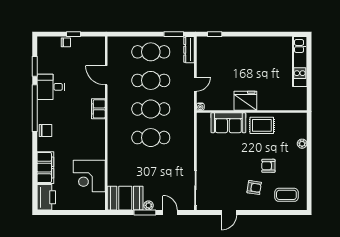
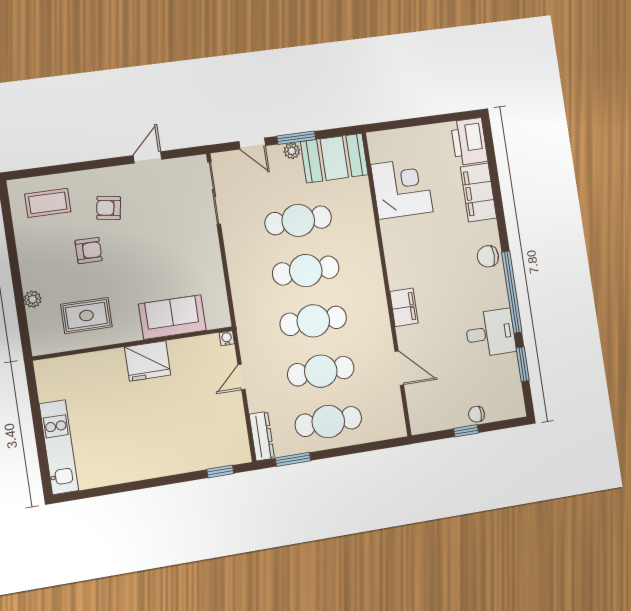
rug: (262, 125) -> (86, 316), moved
cafe table: (151, 166) -> (298, 220), added

